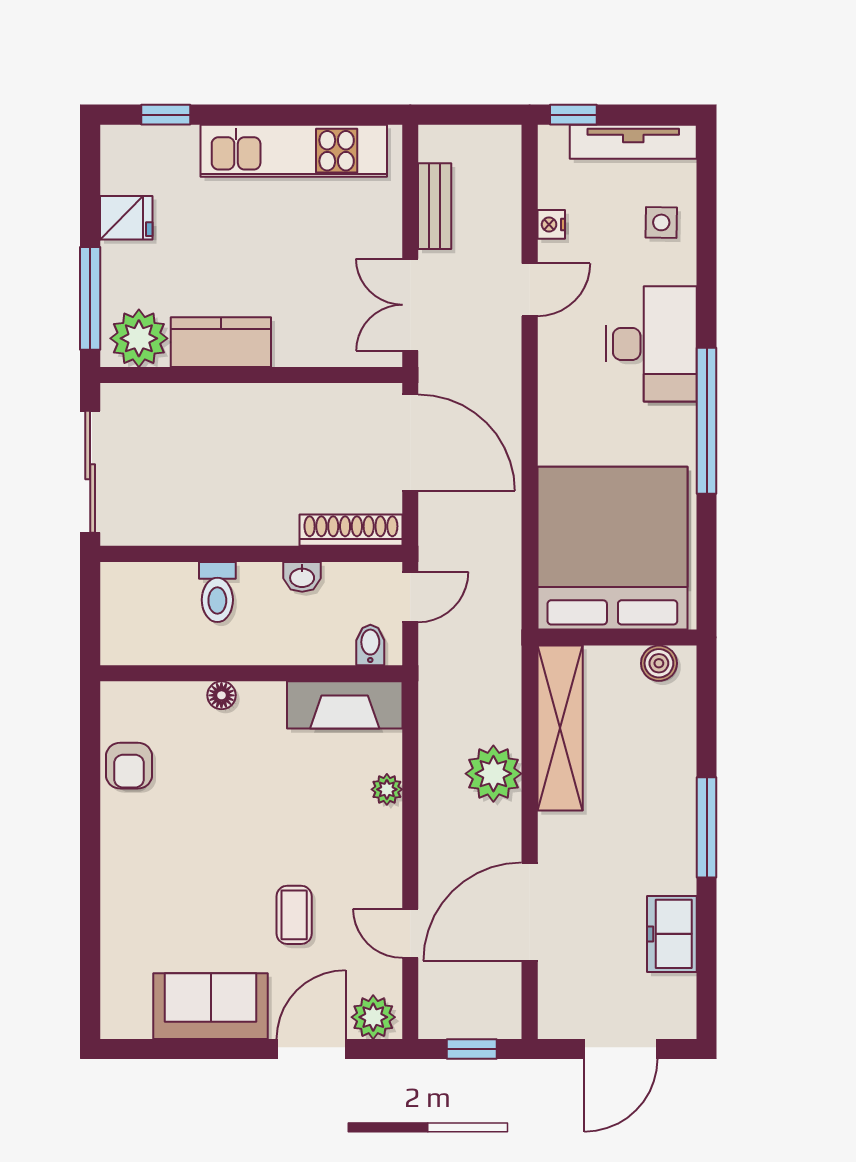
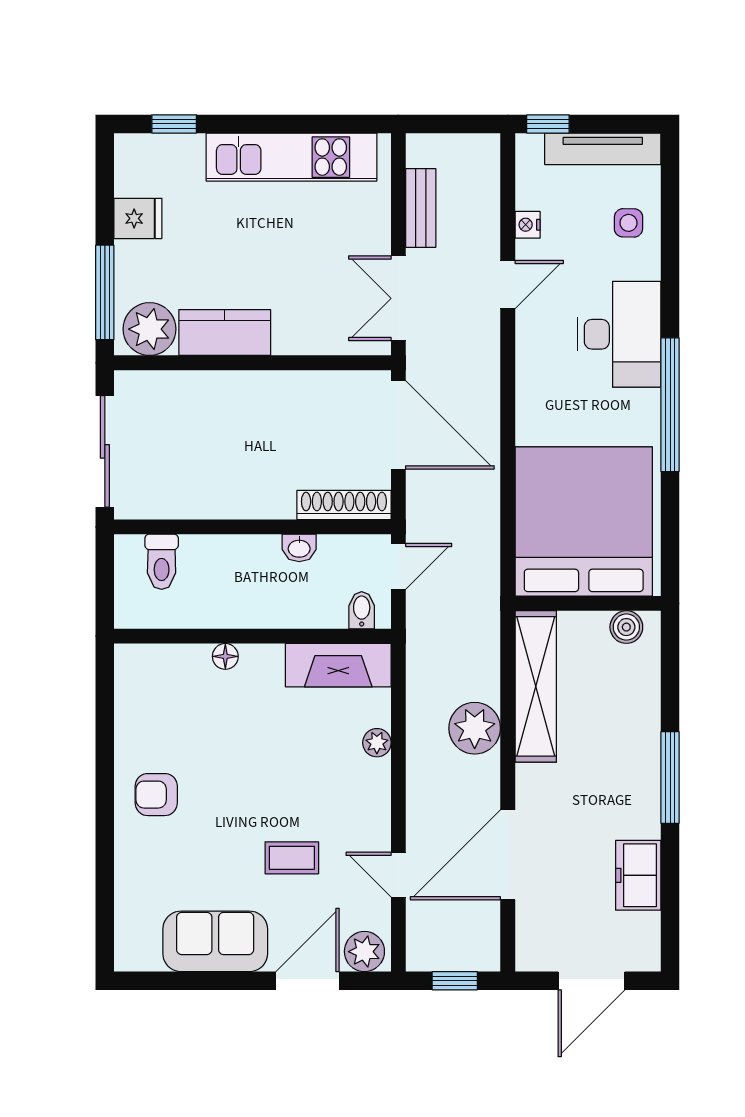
toilet: (217, 592) -> (162, 562), moved
armchair: (129, 766) -> (156, 795), moved, turned 90
coffee table: (294, 915) -> (292, 858), turned 90

